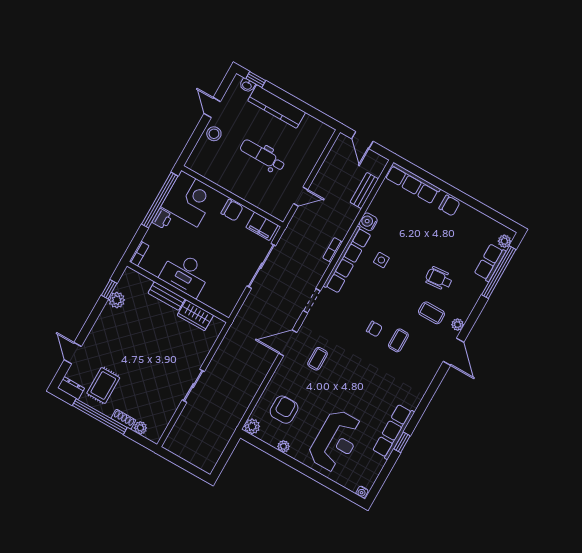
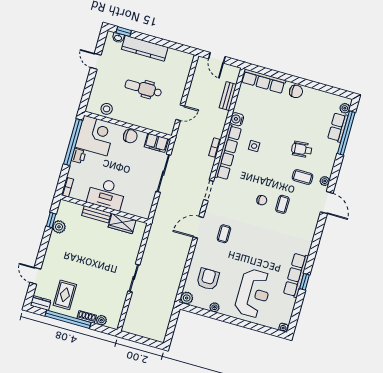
stool: (214, 134) -> (107, 109), moved

